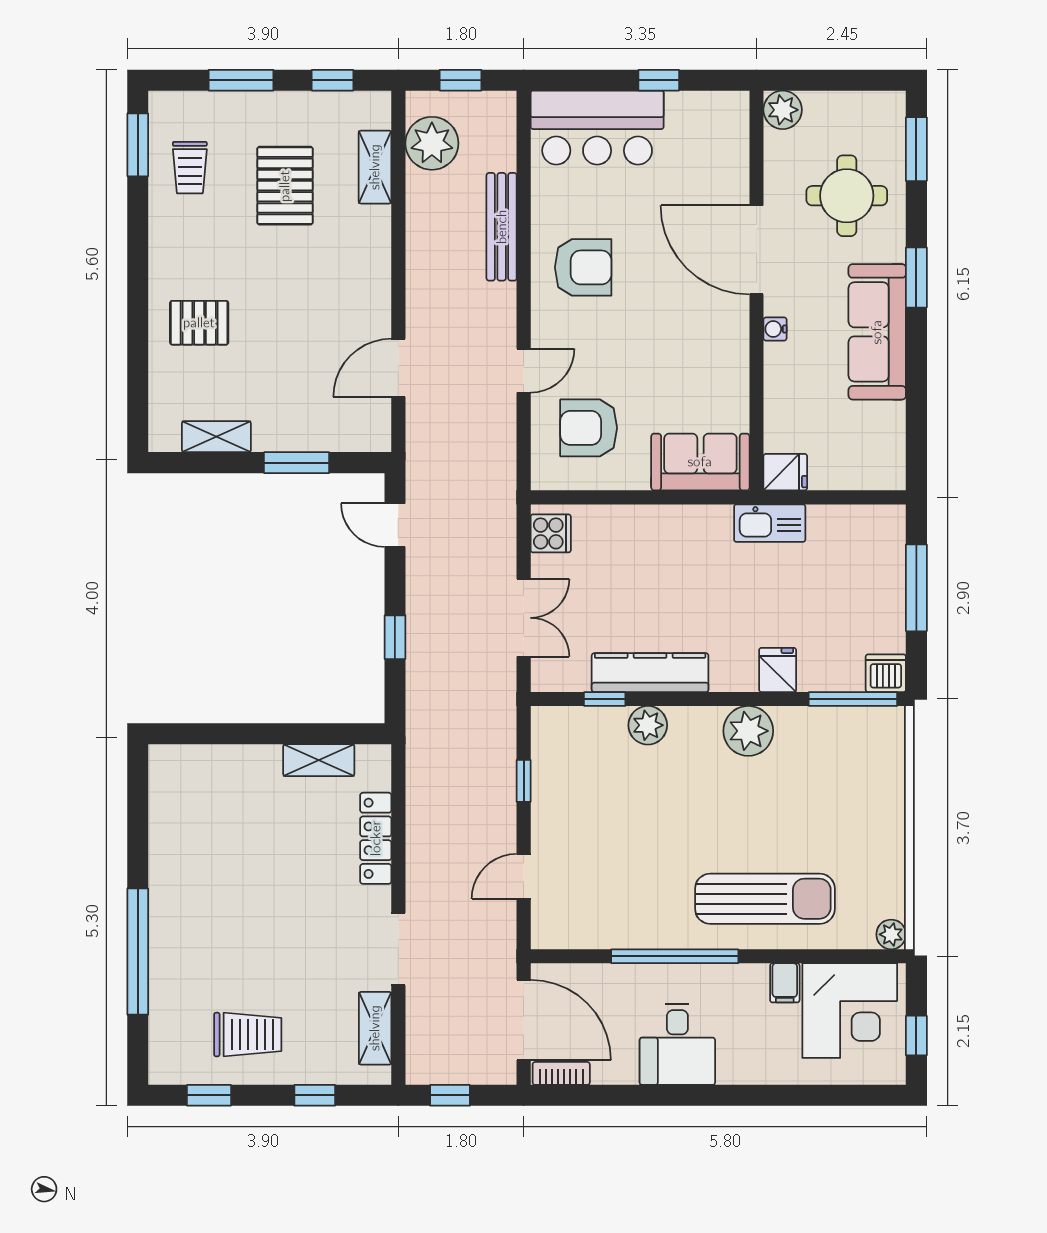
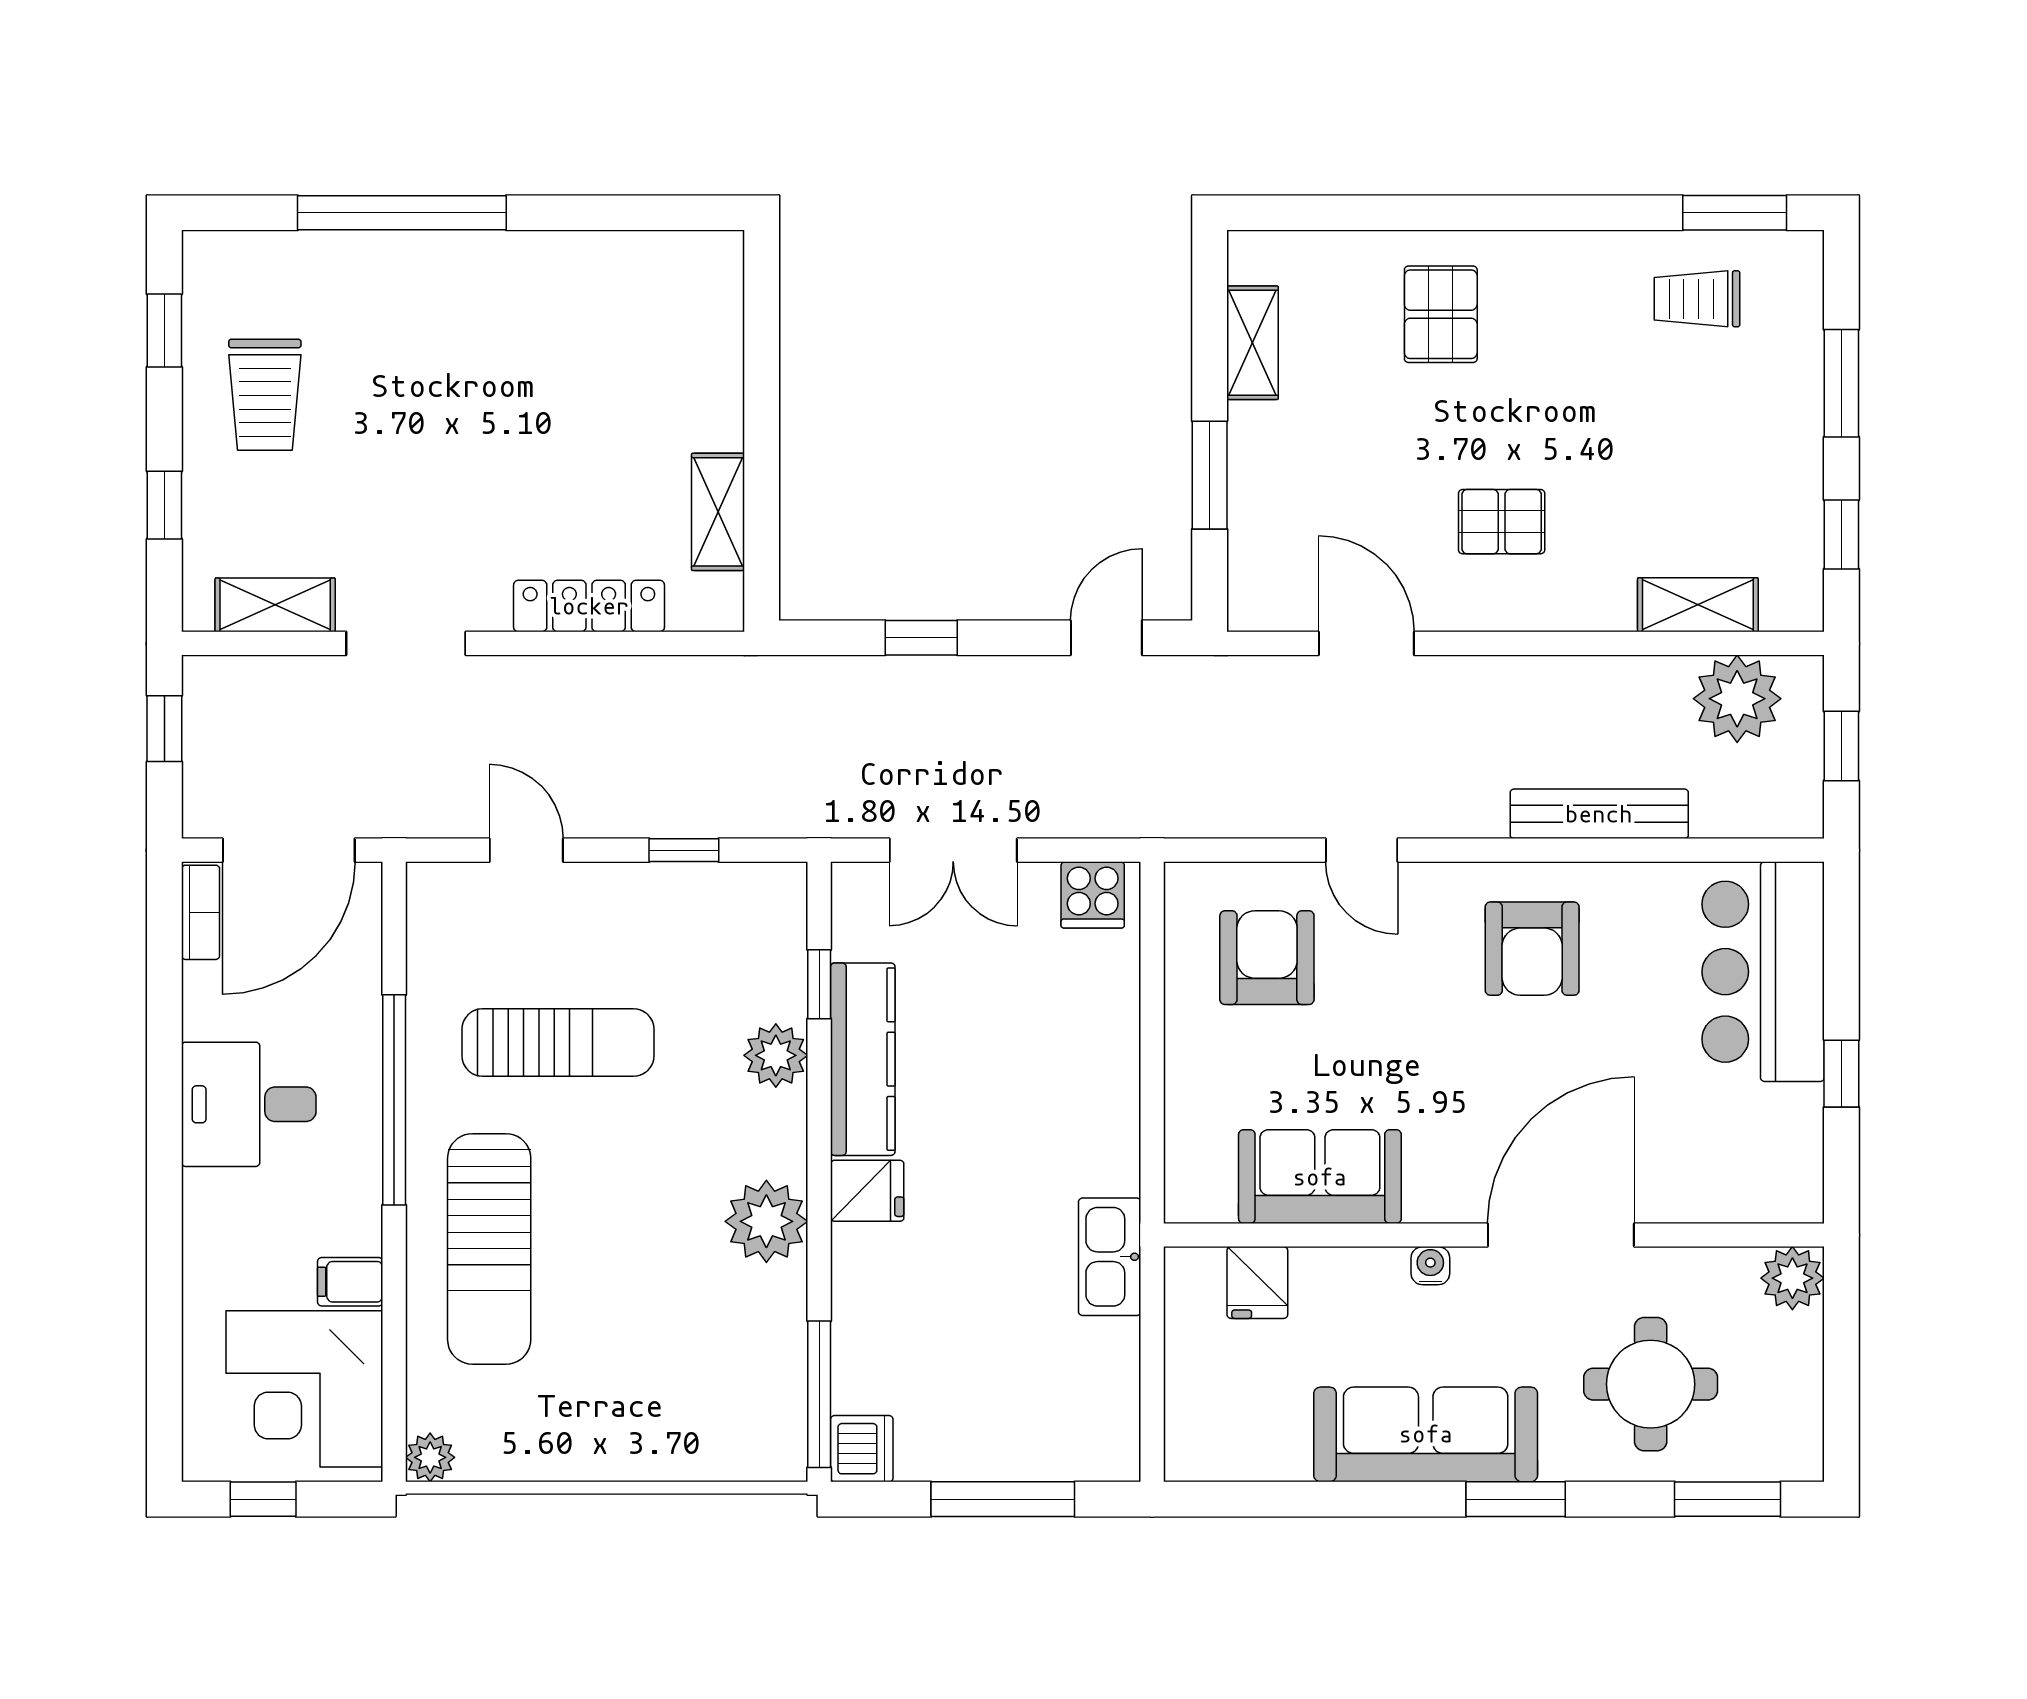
pallet: (285, 186) -> (1502, 522), moved, width x0.67, depth x0.71
sofa: (700, 462) -> (1320, 1177), moved, turned -90
fridge: (785, 472) -> (1257, 1283), moved
fridge: (778, 670) -> (867, 1191), moved
sun lounger: (640, 857) -> (558, 1043), added

